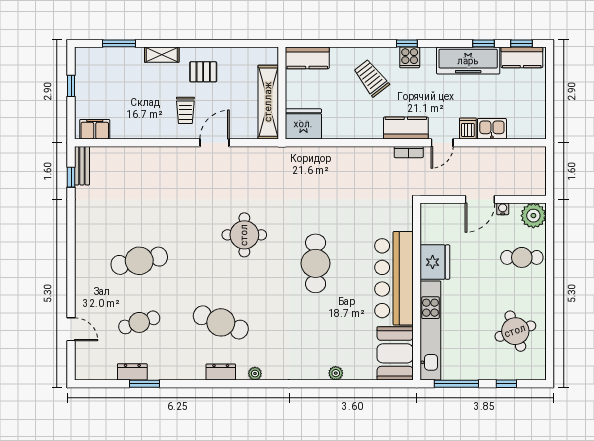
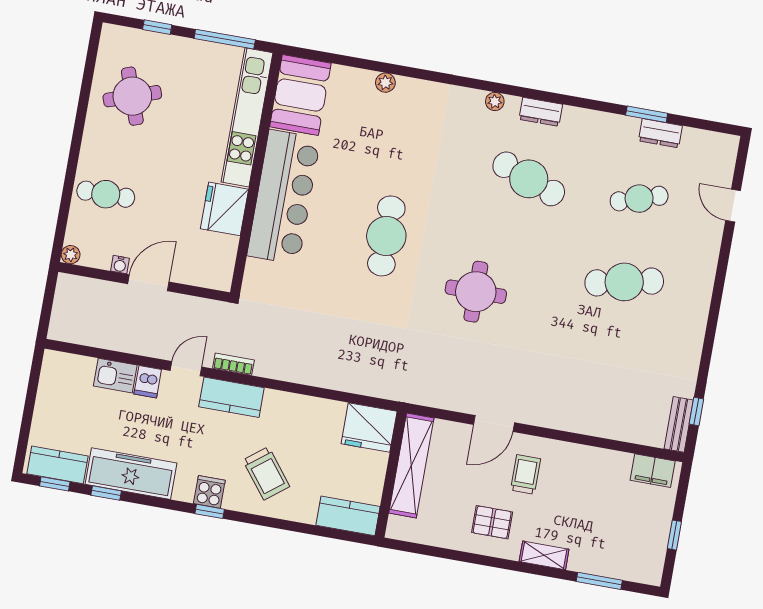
plant: (533, 216) -> (71, 255), width x0.53, depth x0.53

